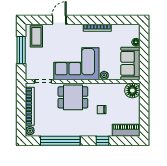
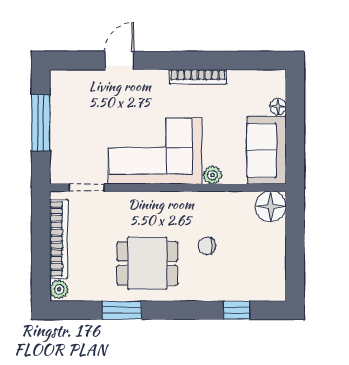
coffee table: (36, 36) -> (72, 95), removed
dining table: (73, 97) -> (147, 263), moved
piano: (126, 130) -> (258, 289), removed
window: (60, 141) -> (122, 310), width x0.47
window: (102, 141) -> (237, 310), moved

